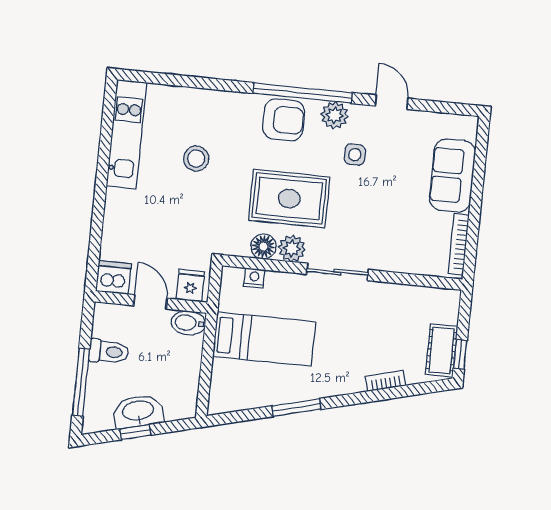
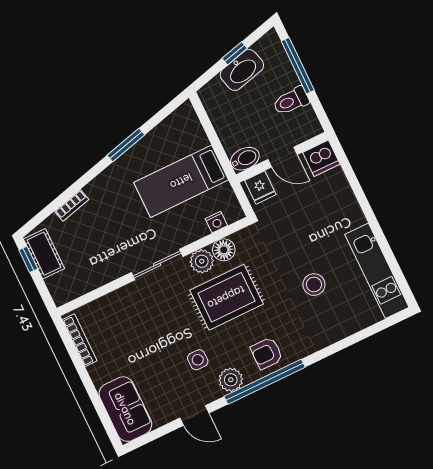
armchair: (284, 120) -> (267, 353), width x0.72, depth x0.72
sofa: (452, 176) -> (125, 409), moved

